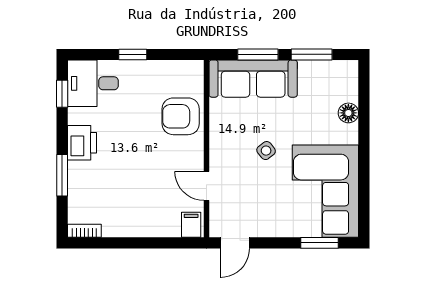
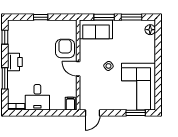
sofa: (253, 79) -> (96, 29), width x0.73
desk: (93, 83) -> (37, 97), moved, turned -90
floor lamp: (348, 113) -> (150, 30), moved
armchair: (181, 116) -> (65, 49), turned 90
door: (206, 186) -> (78, 69), moved

